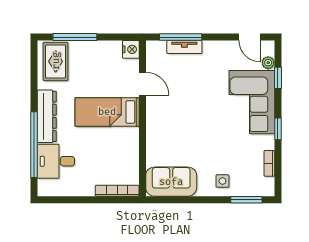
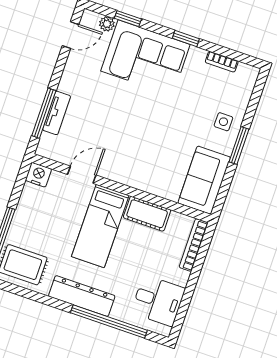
cot: (129, 146) -> (147, 214), added
desk: (56, 161) -> (158, 301), moved, turned -90
window: (246, 200) -> (239, 146), moved

